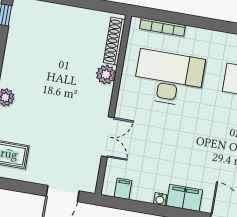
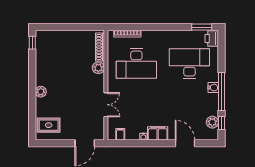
desk: (169, 78) -> (136, 64), turned 180

